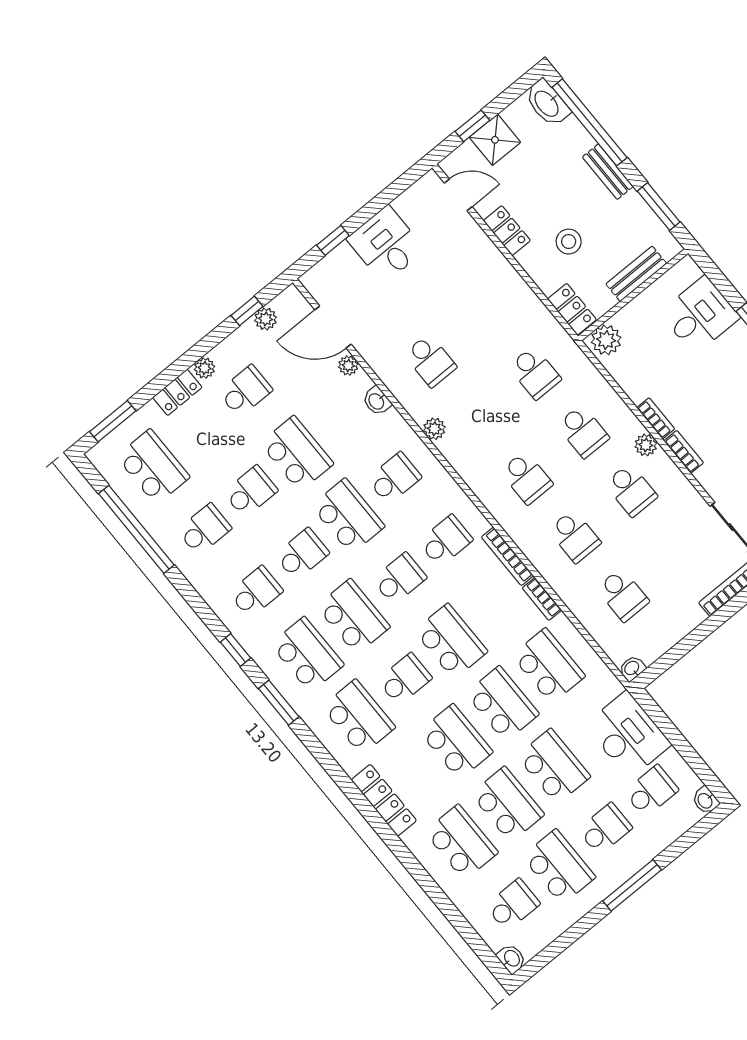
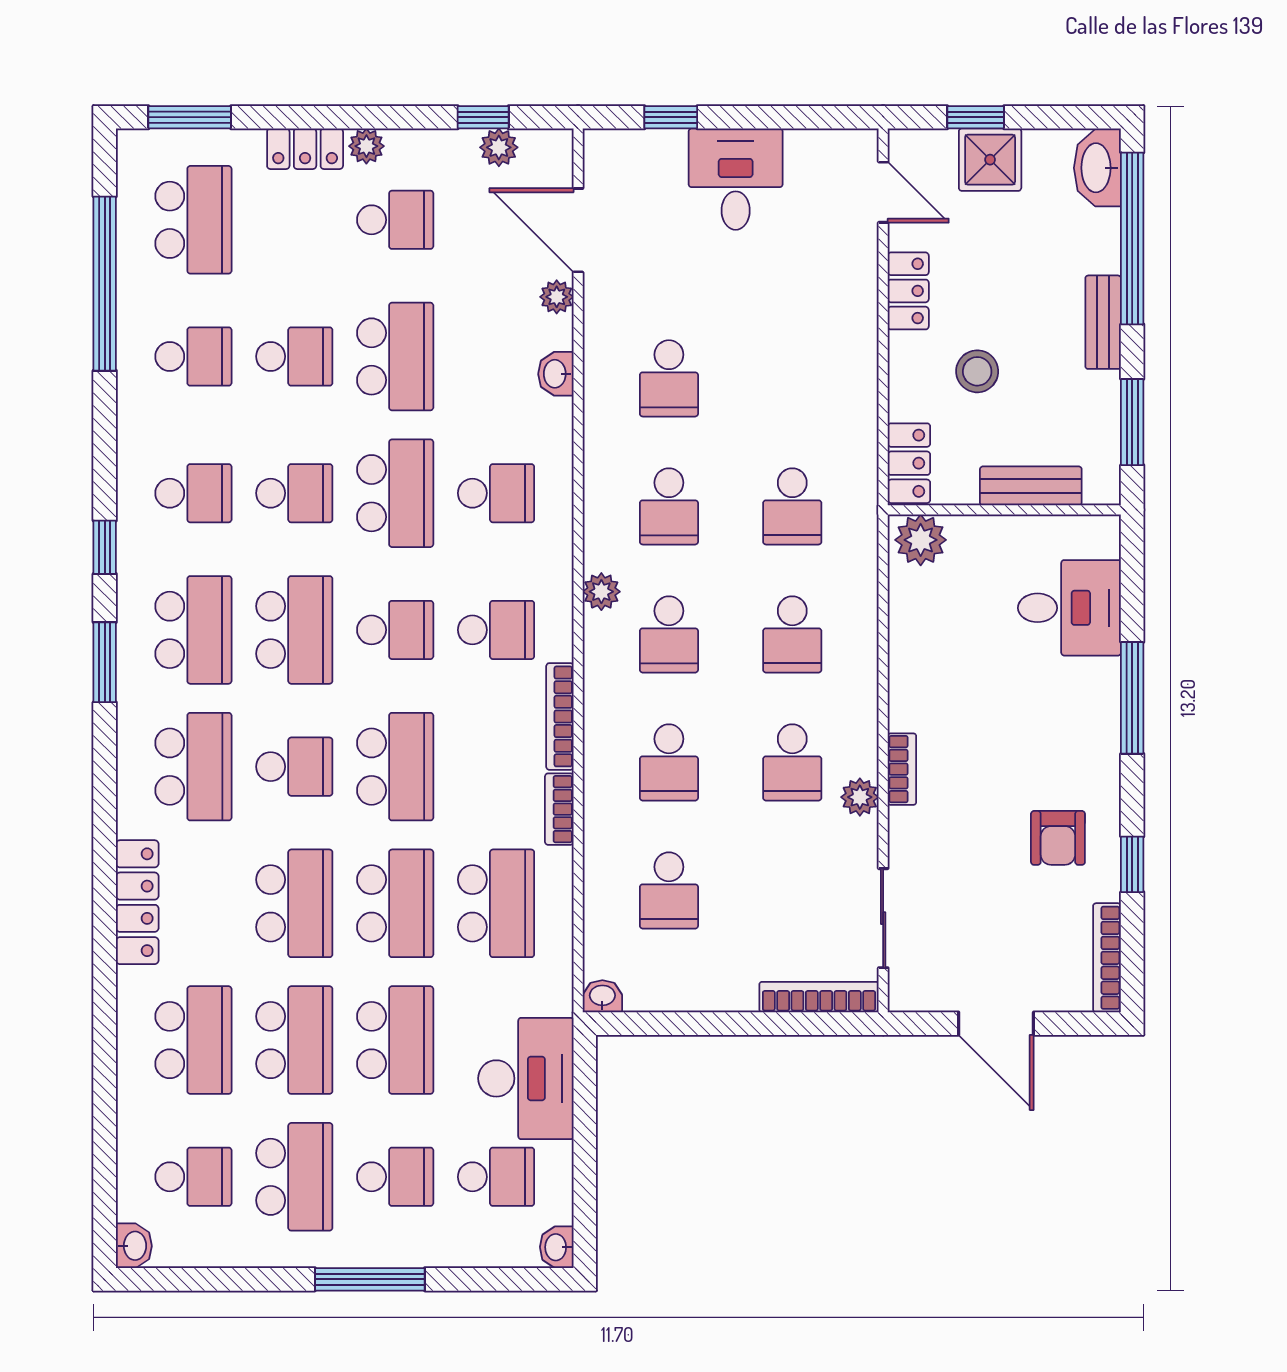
bookcase: (656, 418) -> (901, 695), removed
school desk: (478, 419) -> (669, 506), added
plant: (434, 429) -> (601, 592), moved
plant: (646, 445) -> (860, 797), moved

